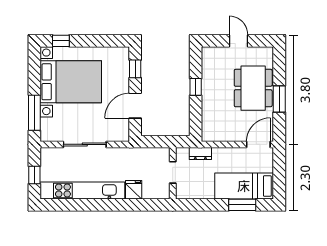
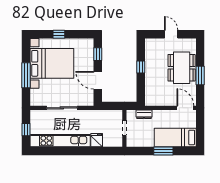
window: (61, 41) -> (59, 34), moved
door: (135, 106) -> (98, 80), hinge flipped
window: (34, 113) -> (26, 75), moved
door: (258, 144) -> (185, 108), hinge flipped
window: (242, 205) -> (163, 151), moved

